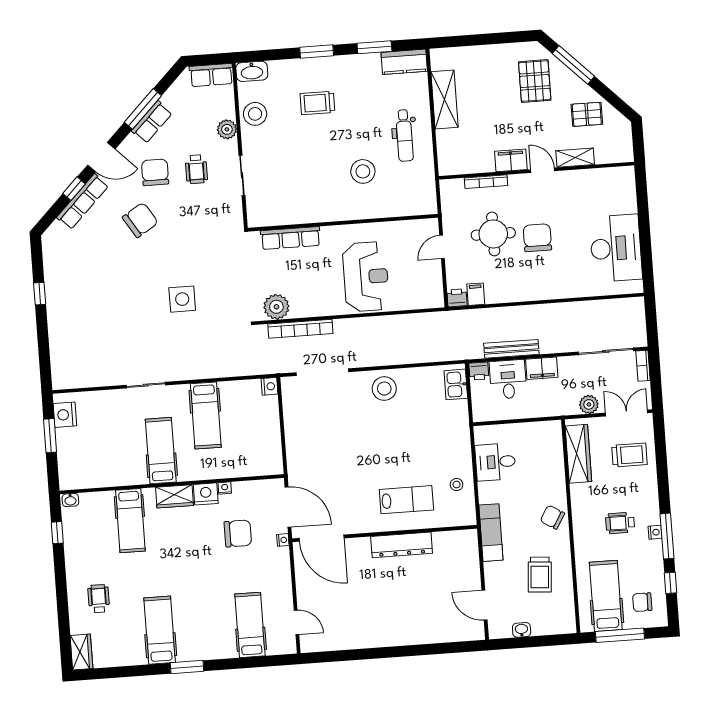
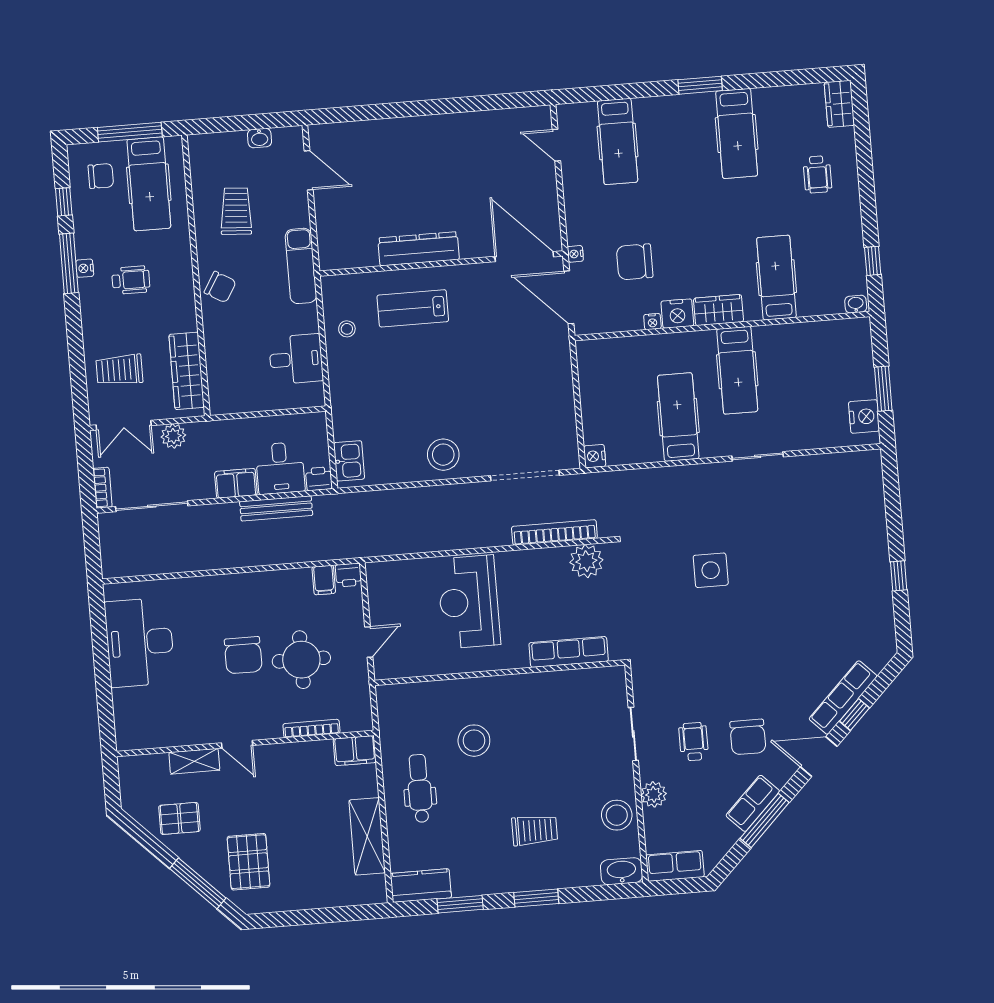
filing cabinet: (511, 160) -> (355, 751), moved
chair: (140, 220) -> (767, 674), removed

